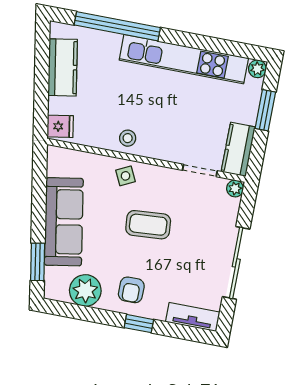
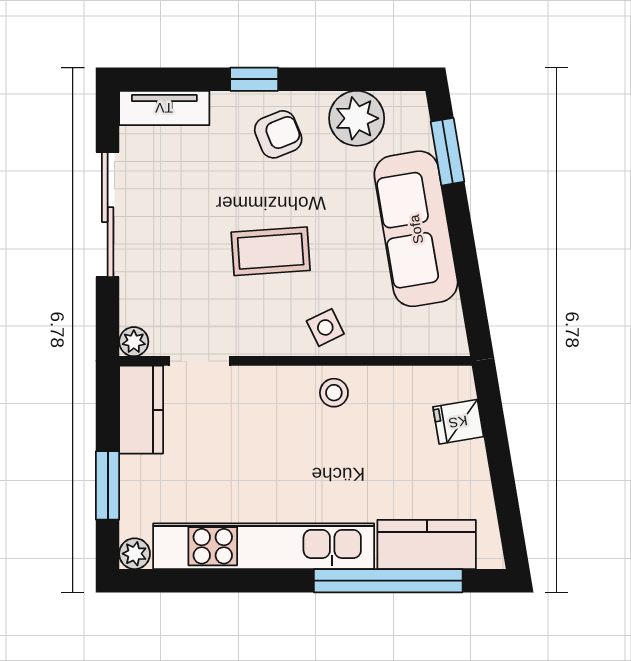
kitchen counter: (63, 67) -> (427, 544), moved, turned 100
fridge: (60, 126) -> (458, 422), moved
armchair: (131, 290) -> (278, 134), turned 68

